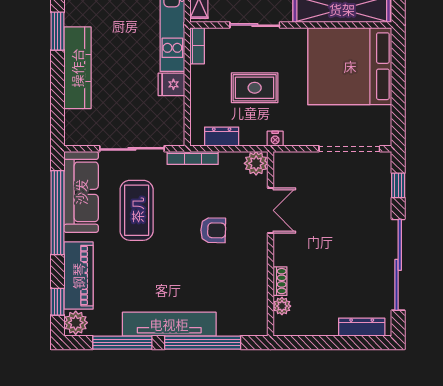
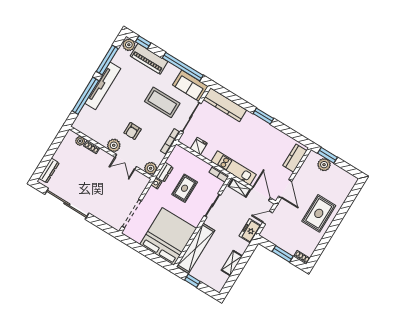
kitchen counter: (77, 68) -> (225, 105), moved
fridge: (171, 84) -> (199, 146), moved
dresser: (222, 137) -> (164, 172), moved
window: (398, 185) -> (102, 225), removed
sofa: (81, 192) -> (190, 86), width x0.73
plant: (255, 247) -> (114, 145), added

